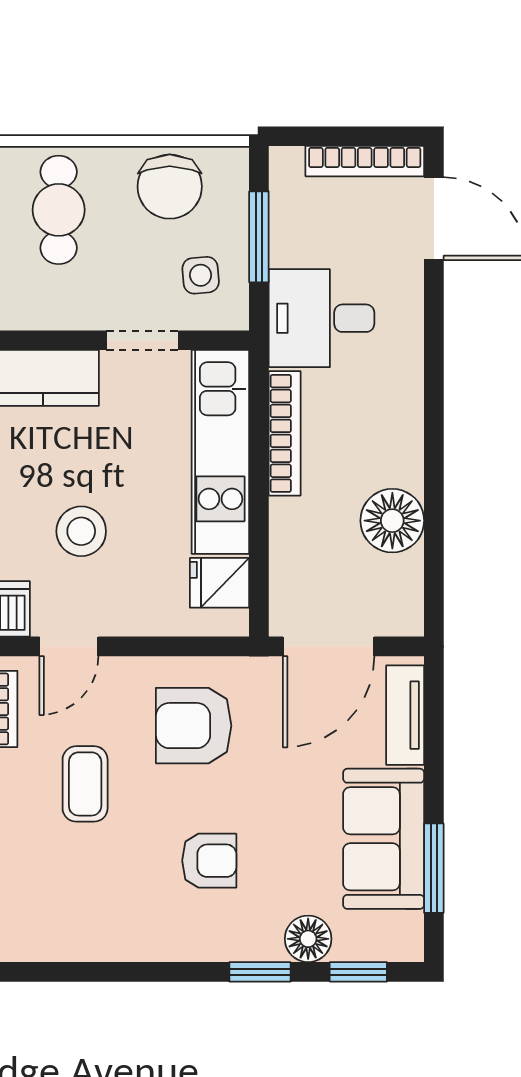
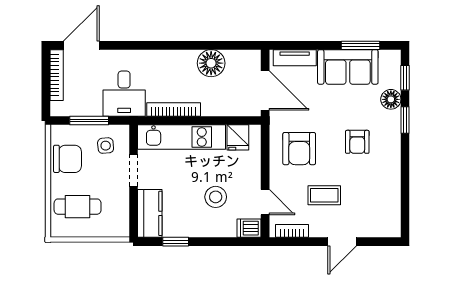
armchair: (209, 861) -> (357, 142), turned 180

